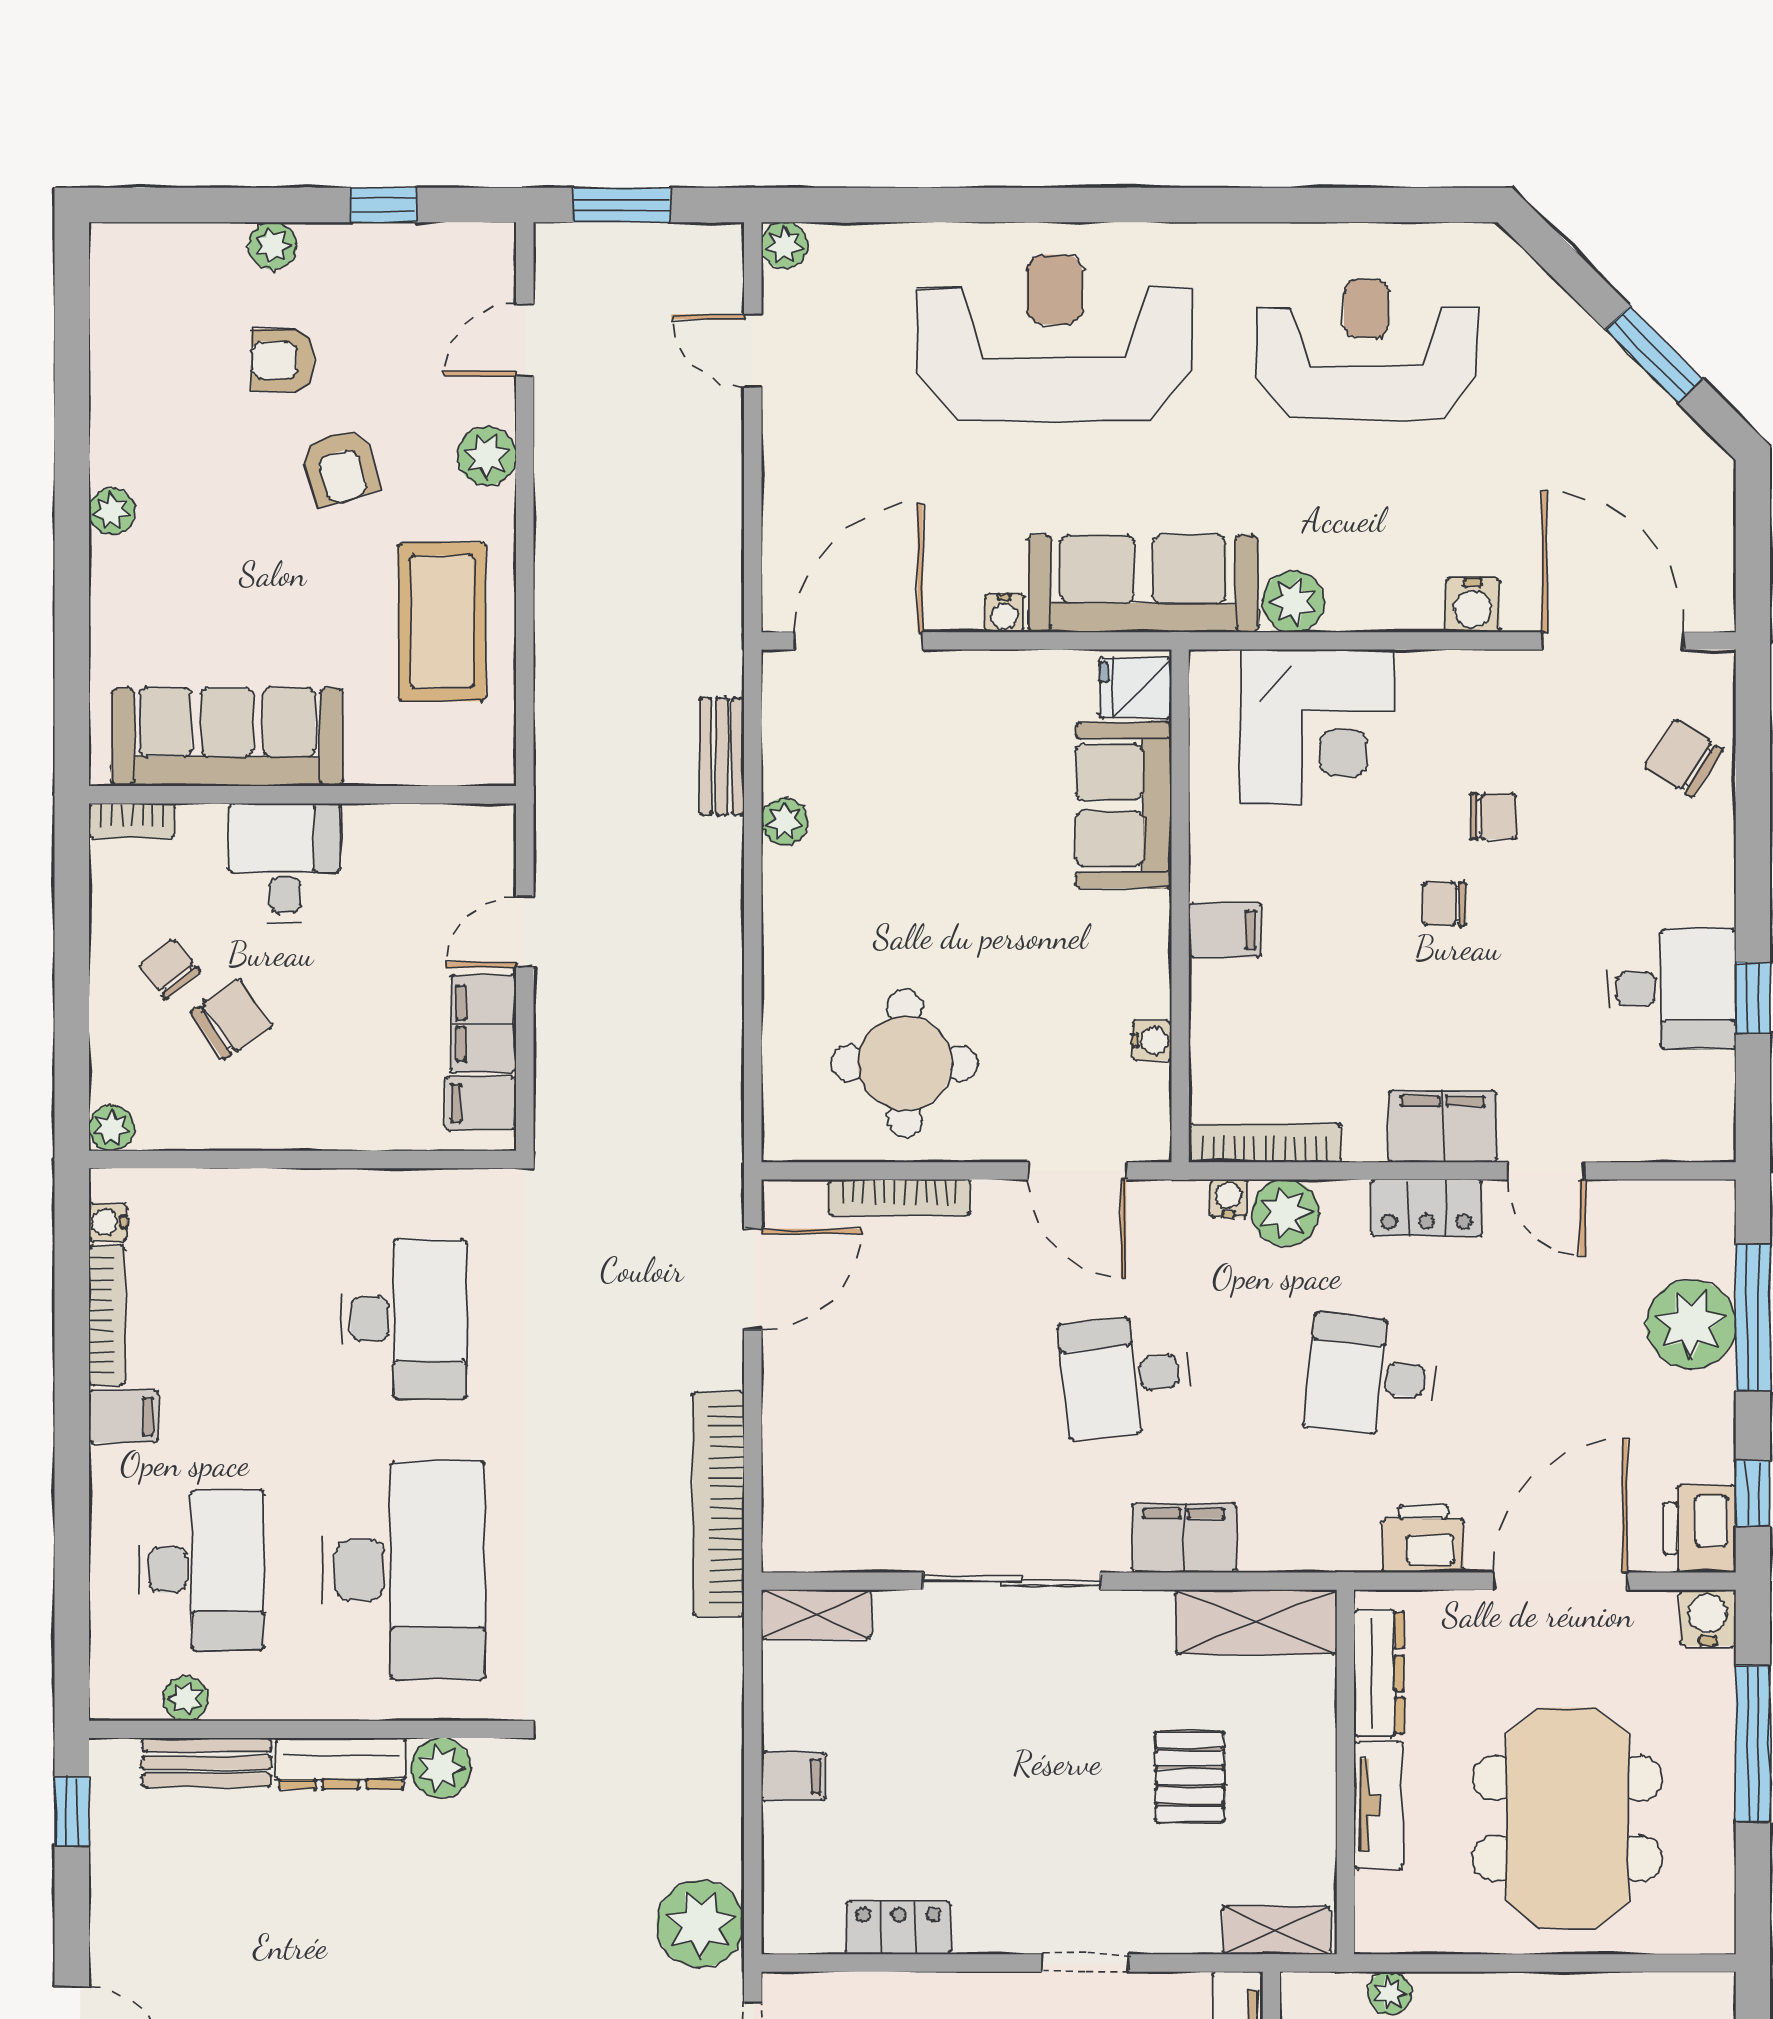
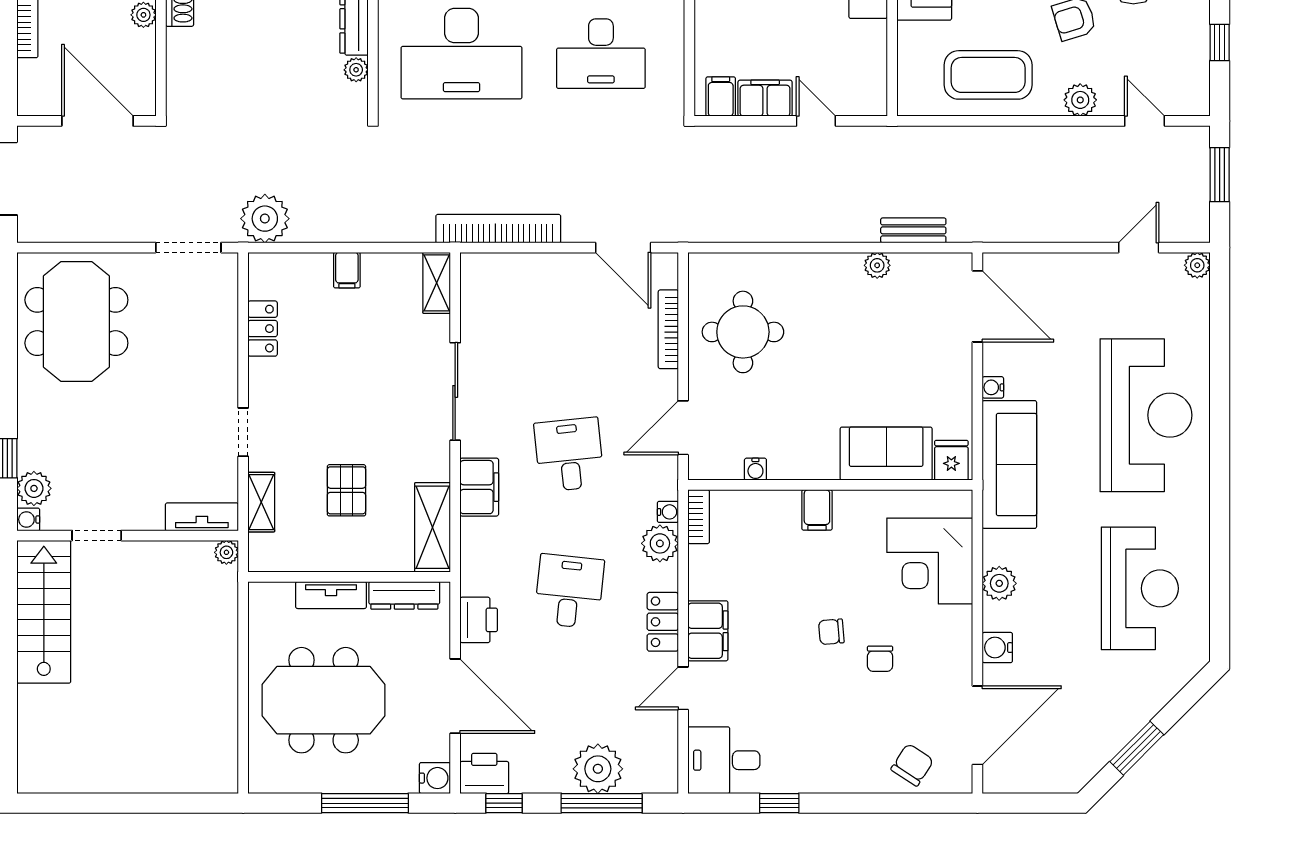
plant: (1293, 602) -> (999, 583), moved
chair: (1444, 904) -> (831, 632), turned -95
desk: (1671, 989) -> (724, 760), moved, turned 90
bookcase: (1264, 1143) -> (699, 517), width x0.64
plant: (441, 1768) -> (356, 70), width x0.73, depth x0.73
pallet: (1190, 1777) -> (346, 490), turned 90
shelving: (1276, 1930) -> (261, 502), moved
plant: (1390, 1993) -> (226, 552), moved

